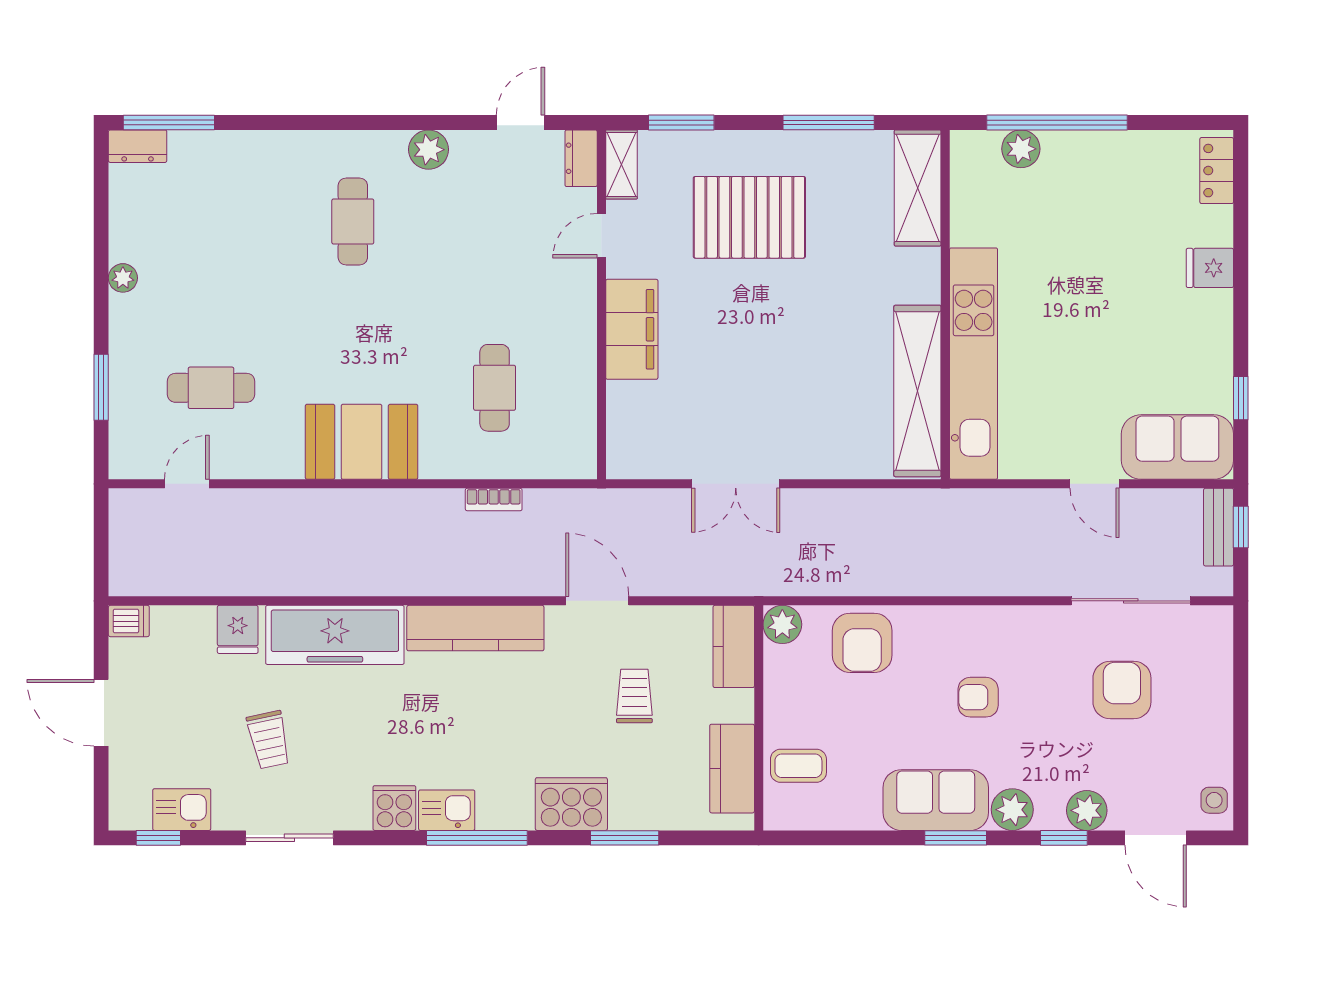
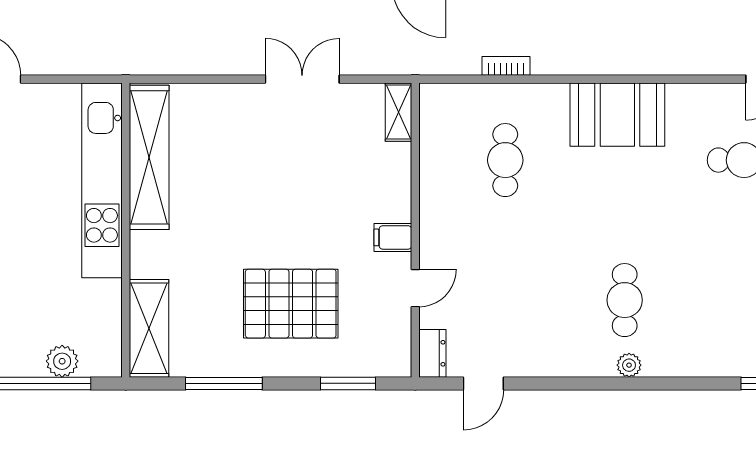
plant: (429, 150) -> (629, 365), moved, width x0.73, depth x0.73
shelving: (621, 164) -> (398, 112), moved
filing cabinet: (632, 329) -> (393, 237), width x0.33, depth x0.86

